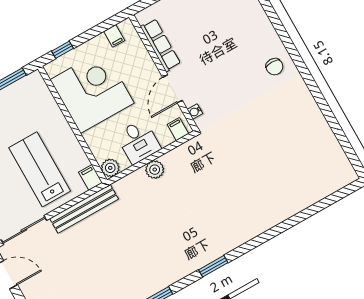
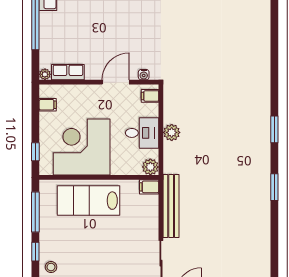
plant: (142, 17) -> (45, 74), added
row of seats: (160, 45) -> (68, 72), width x0.68
door: (172, 89) -> (116, 82), swing flipped
lab bench: (40, 169) -> (89, 201), moved

